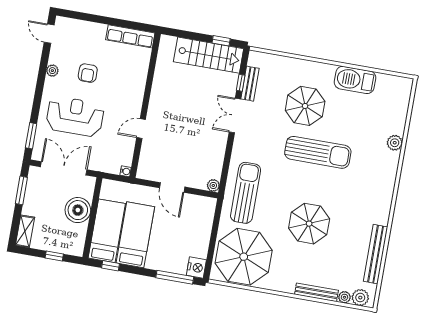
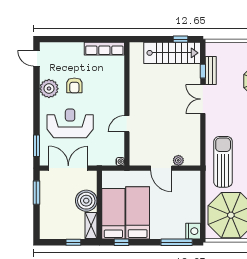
plant: (52, 71) -> (49, 89), width x1.87, depth x1.87
plant: (213, 185) -> (178, 160), moved
shelving: (25, 231) -> (91, 225), moved

